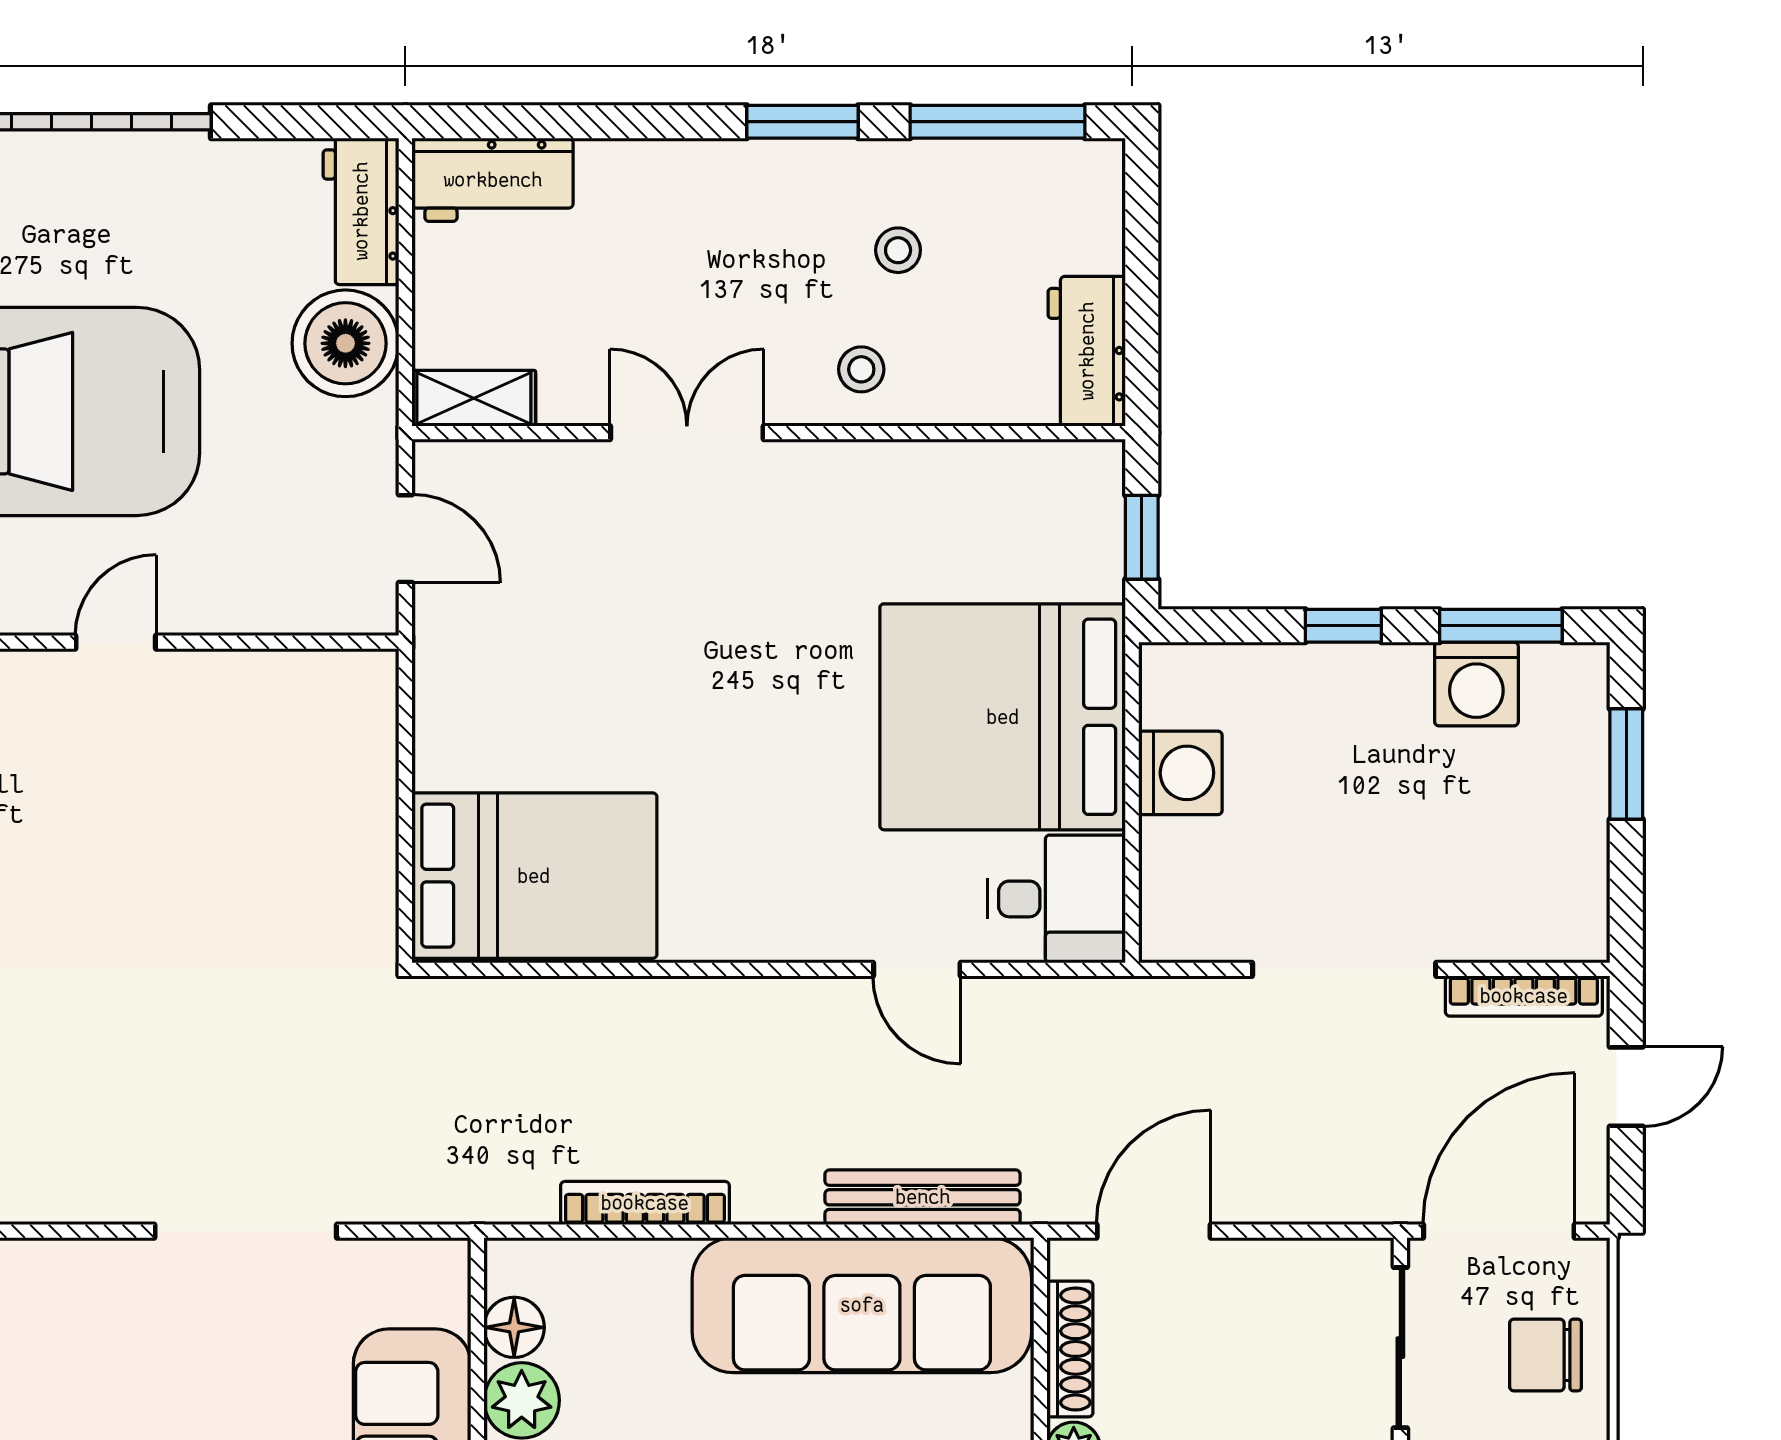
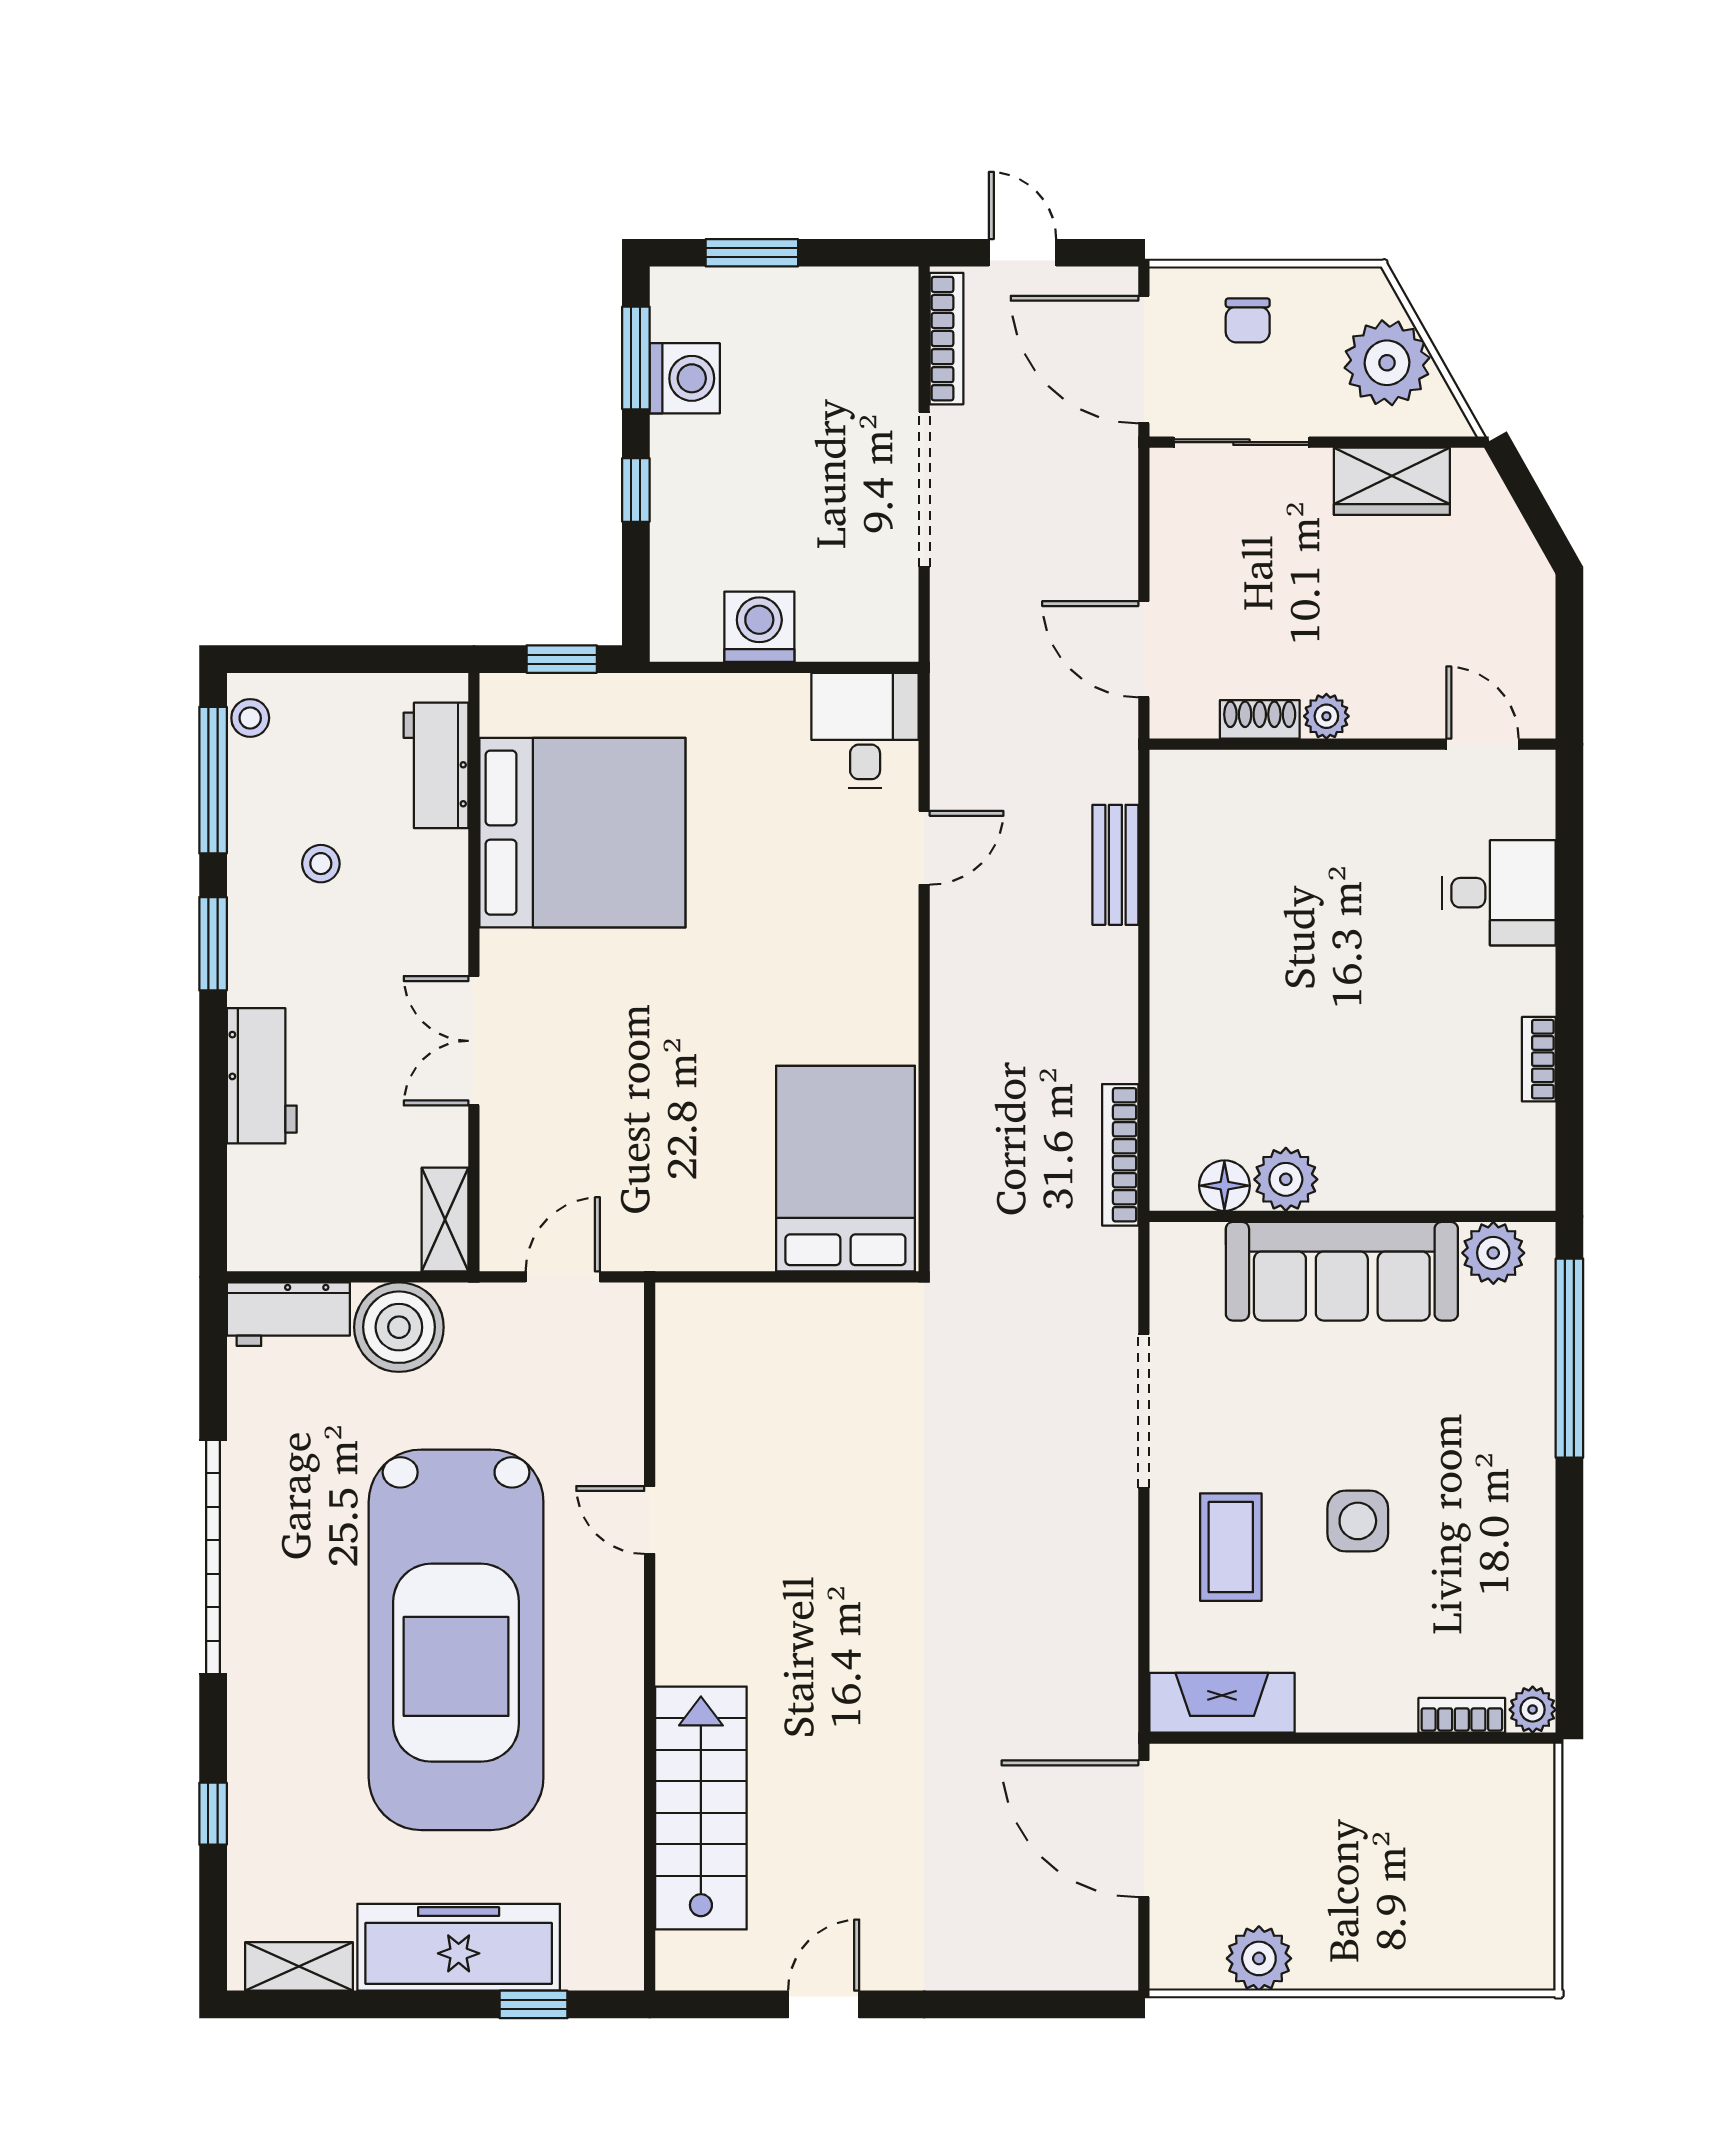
workbench: (493, 180) -> (262, 1076), moved
workbench: (1087, 351) -> (436, 765), moved, turned 90
stool: (861, 369) -> (250, 718), moved
bed: (1003, 717) -> (582, 833), moved, turned -90
bench: (923, 1197) -> (1115, 865), width x0.73
bookcase: (645, 1203) -> (1120, 1155), moved
sofa: (862, 1305) -> (1206, 894), removed
coffee table: (83, 1335) -> (1231, 1547), added
shoe rack: (1070, 1349) -> (1260, 719), width x0.70
chair: (1545, 1355) -> (1248, 320), width x0.73, depth x0.73

